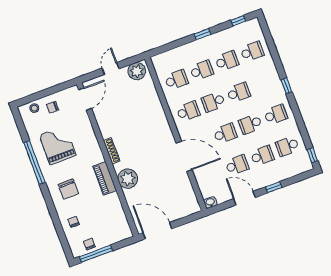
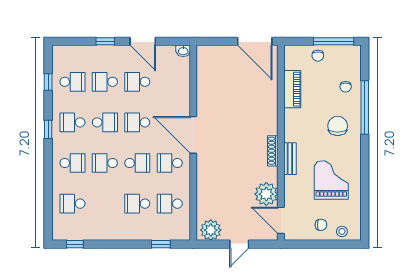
window: (203, 34) -> (161, 244), moved
school desk: (227, 61) -> (72, 163), moved, turned 180
window: (286, 86) -> (48, 129), moved
door: (85, 99) -> (281, 220), hinge flipped
grand piano: (58, 145) -> (331, 180), turned 180
bench: (96, 150) -> (290, 159), added
window: (312, 155) -> (48, 82), moved
door: (184, 156) -> (193, 135), moved
window: (34, 162) -> (365, 108), moved
piano: (105, 178) -> (292, 89), moved
plant: (128, 179) -> (266, 194), moved
chair: (89, 244) -> (318, 56), moved

